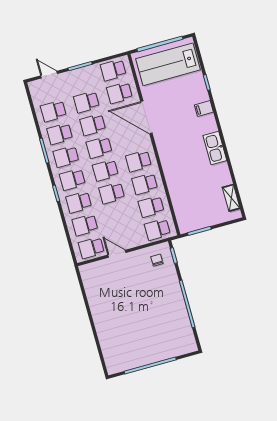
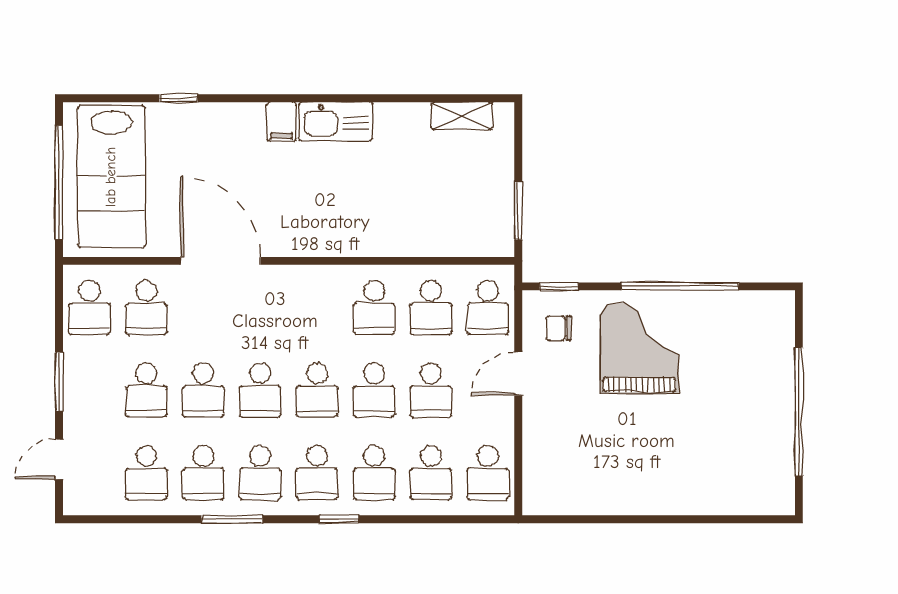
filing cabinet: (204, 109) -> (281, 122), moved
door: (146, 117) -> (221, 261), swing flipped
school desk: (138, 161) -> (431, 390), moved
door: (117, 254) -> (518, 374), moved
grand piano: (158, 295) -> (639, 348), added

